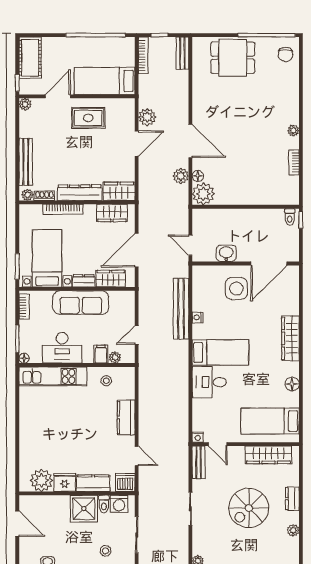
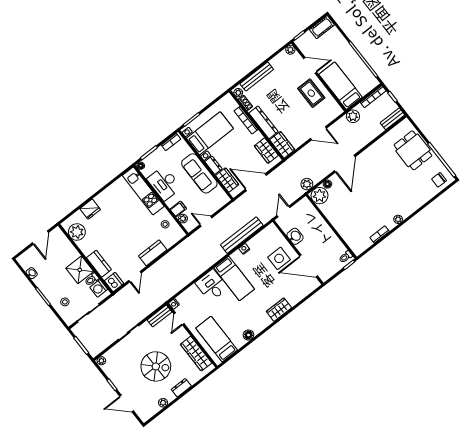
cot: (30, 58) -> (322, 27), width x0.73, depth x0.75
plant: (147, 117) -> (353, 116), moved
plant: (181, 176) -> (307, 184), moved
wardrobe: (290, 338) -> (279, 310), width x0.67
fridge: (65, 482) -> (90, 209), moved, turned 90
spiral stairs: (249, 508) -> (156, 366), turned 180

